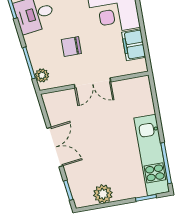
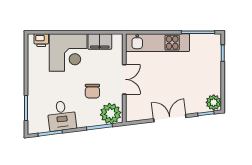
plant: (42, 75) -> (111, 114), width x1.87, depth x1.87
kitchen unit: (152, 155) -> (158, 43), moved
plant: (103, 194) -> (214, 102), moved

